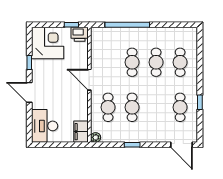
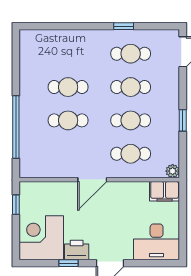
printer: (80, 34) -> (77, 250), moved, turned -90
cafe table: (180, 62) -> (131, 87), moved

